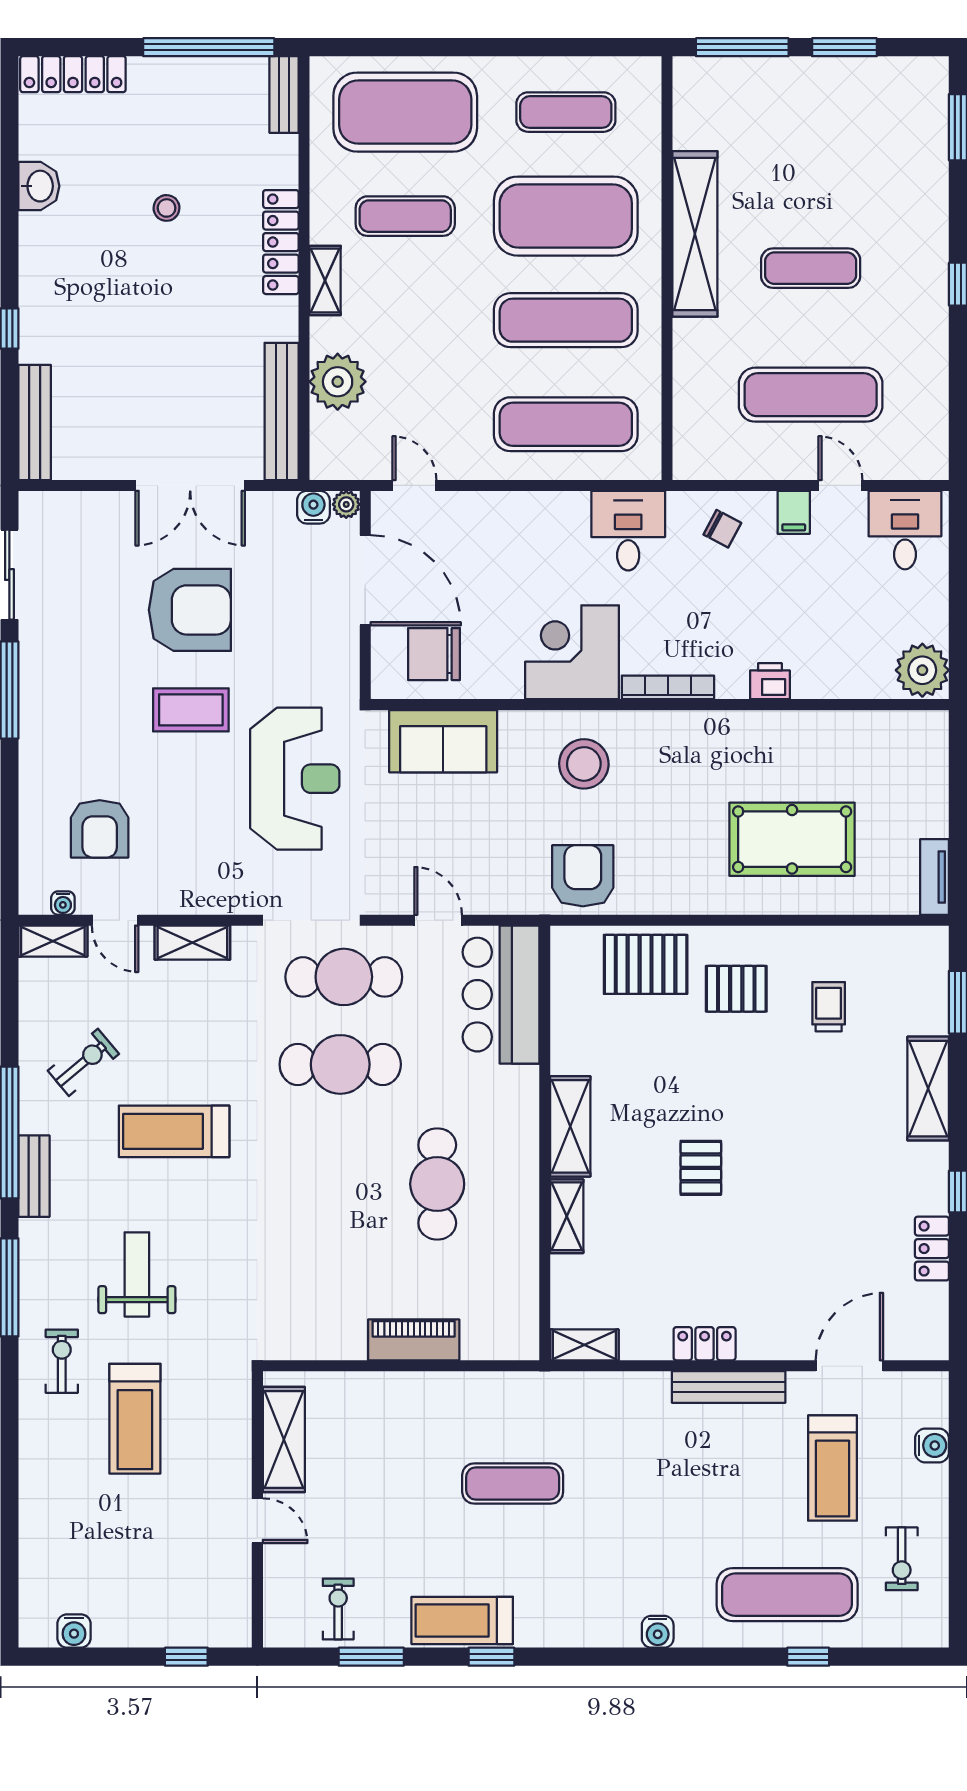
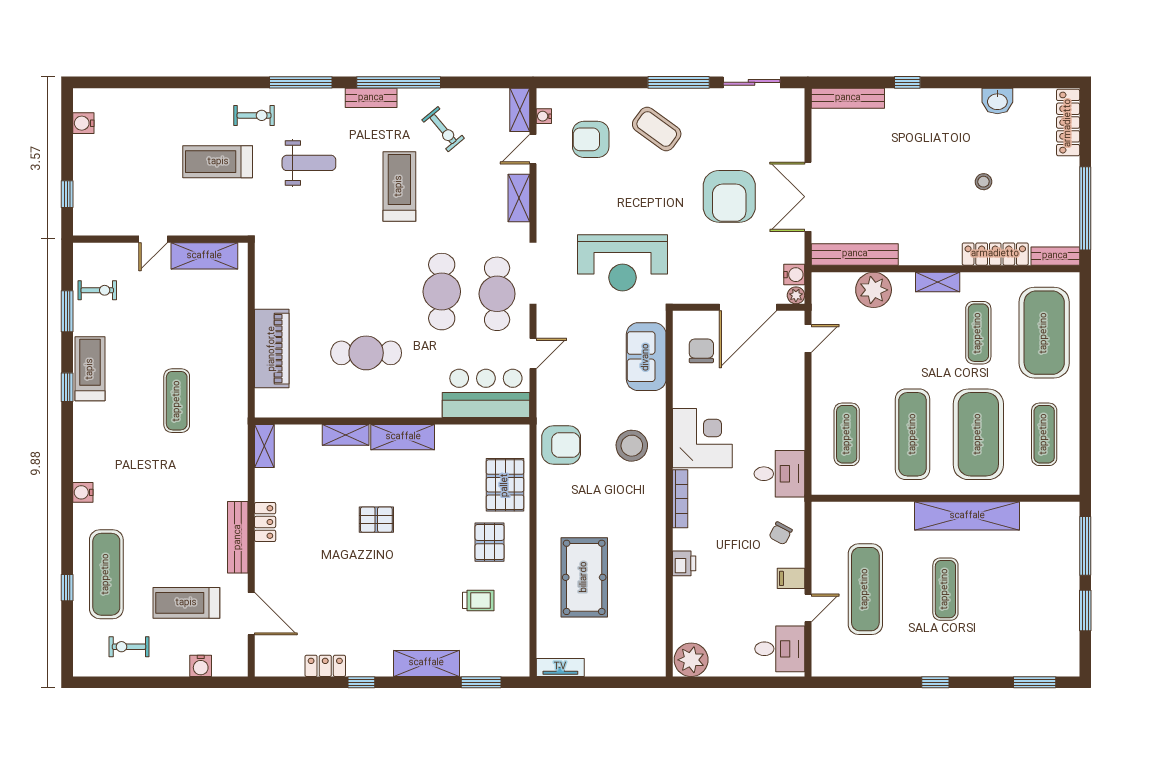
locker: (281, 242) -> (995, 254), moved
exercise mat: (566, 424) -> (847, 434), width x0.73, depth x0.69
chair: (434, 654) -> (701, 351), width x0.73, depth x0.73
coffee table: (191, 710) -> (657, 129), moved, turned -54
piano: (414, 1340) -> (272, 349), width x1.37, depth x1.33

